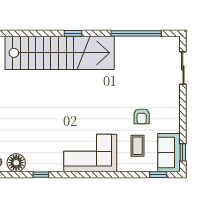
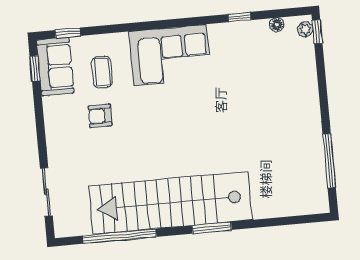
window: (73, 33) -> (212, 228), width x1.50
stairs: (60, 53) -> (171, 203), moved
armchair: (142, 116) -> (100, 116), turned -90
floor lamp: (16, 163) -> (277, 25), width x0.53, depth x0.53

